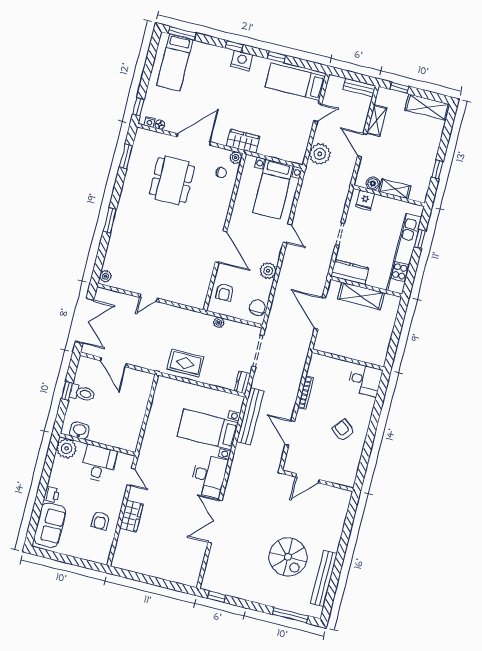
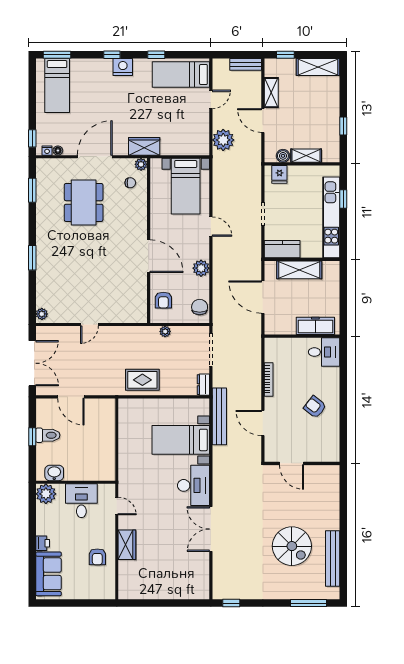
freezer: (363, 353) -> (315, 326), added
door: (307, 478) -> (292, 463), hinge flipped

